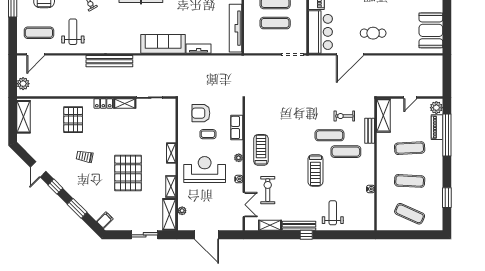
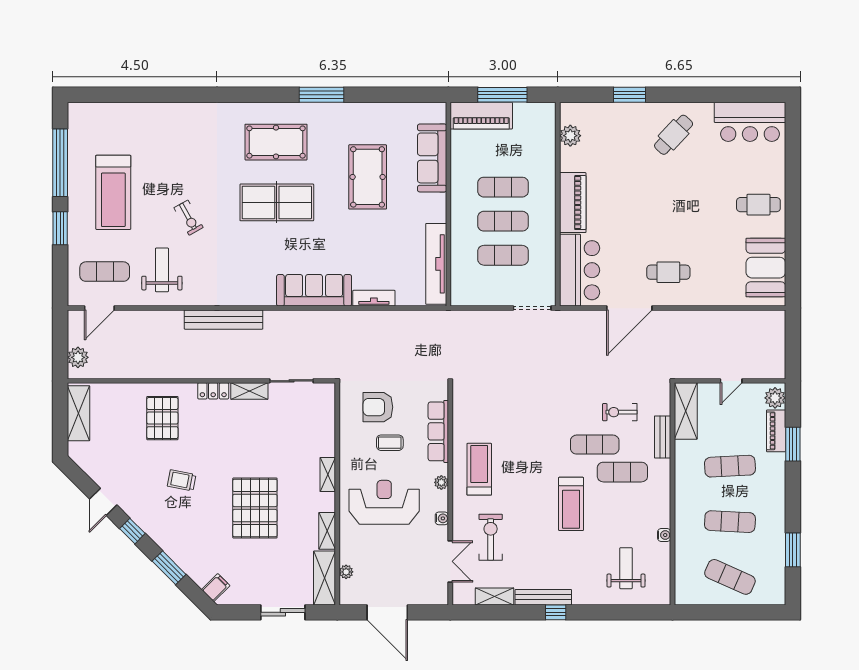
row of seats: (237, 127) -> (438, 431), width x1.48
window: (447, 135) -> (793, 444), width x0.47
weight bench: (333, 213) -> (626, 568), moved

